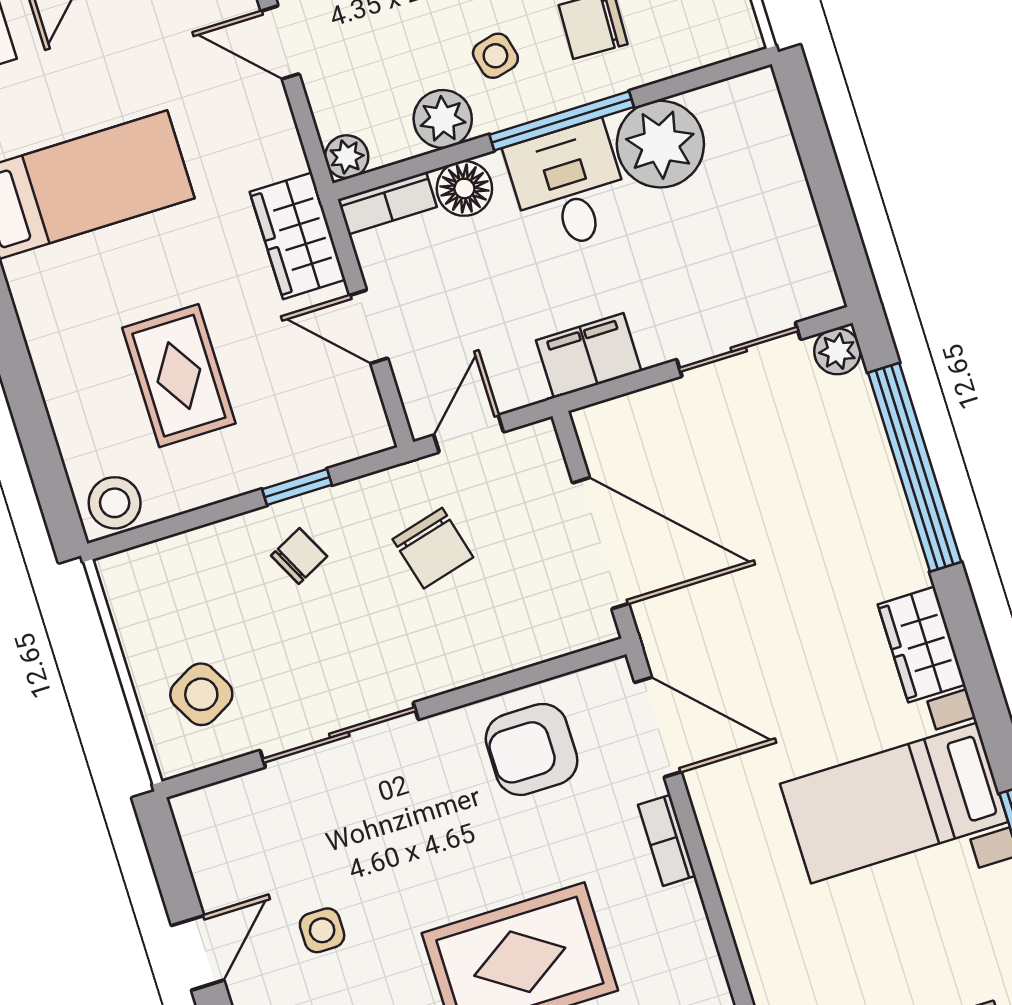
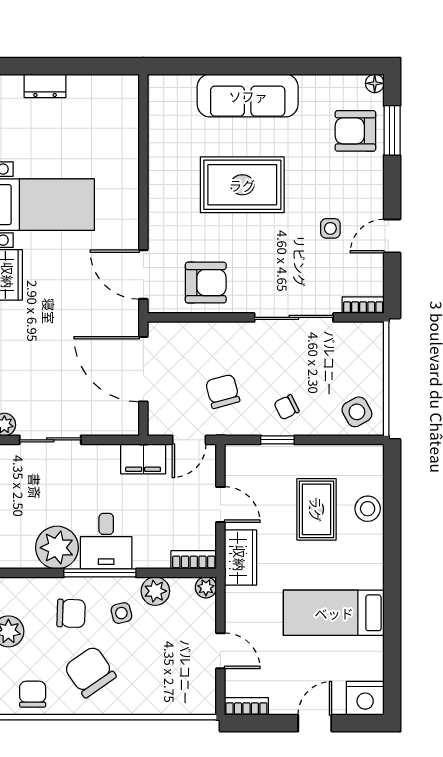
floor lamp: (464, 188) -> (155, 555), removed
filing cabinet: (589, 356) -> (143, 459), moved
stool: (115, 503) -> (368, 509), moved
side table: (201, 694) -> (357, 412), moved
bookcase: (667, 840) -> (363, 305), moved, turned -90

